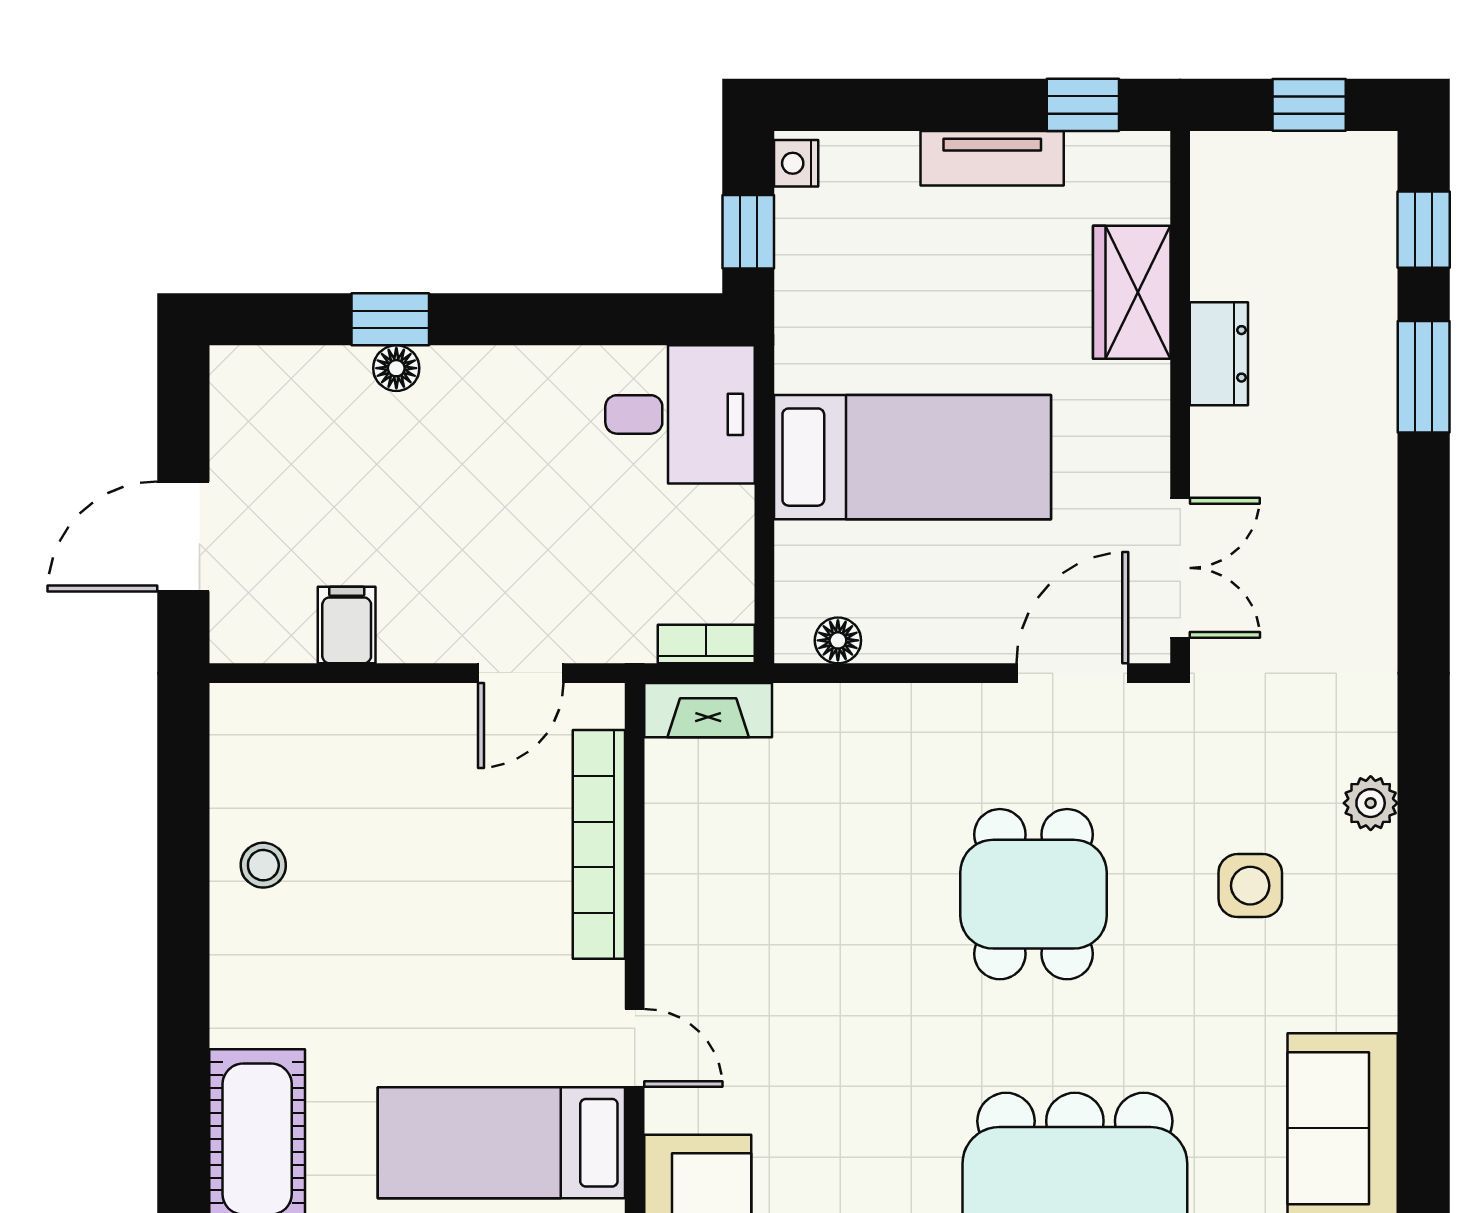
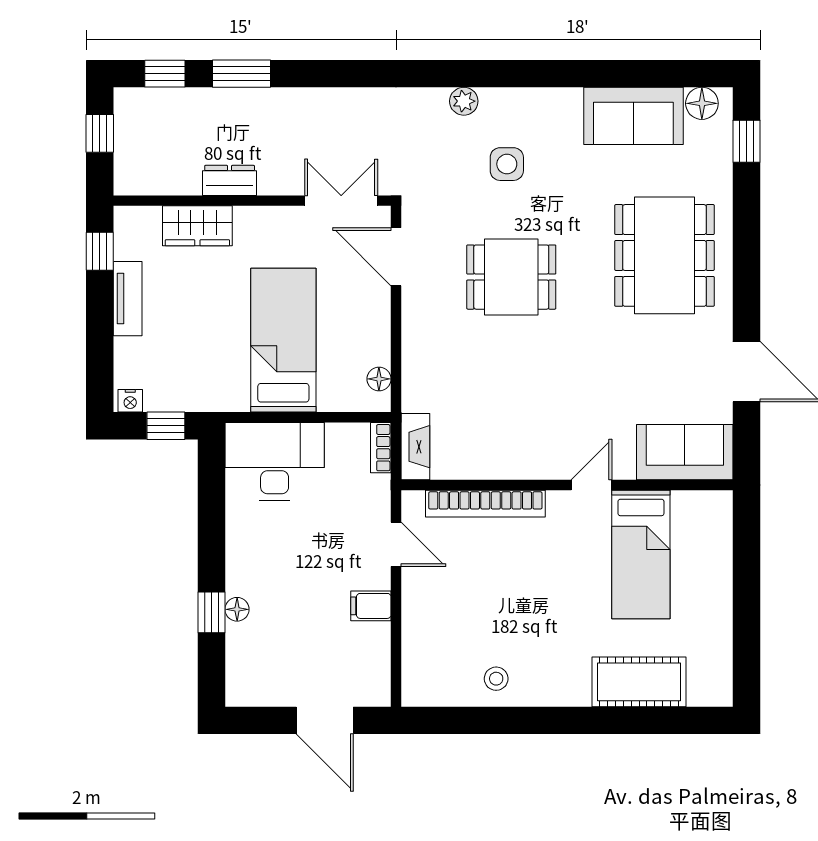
desk: (680, 414) -> (275, 461), width x1.37
filing cabinet: (347, 625) -> (371, 606), moved

